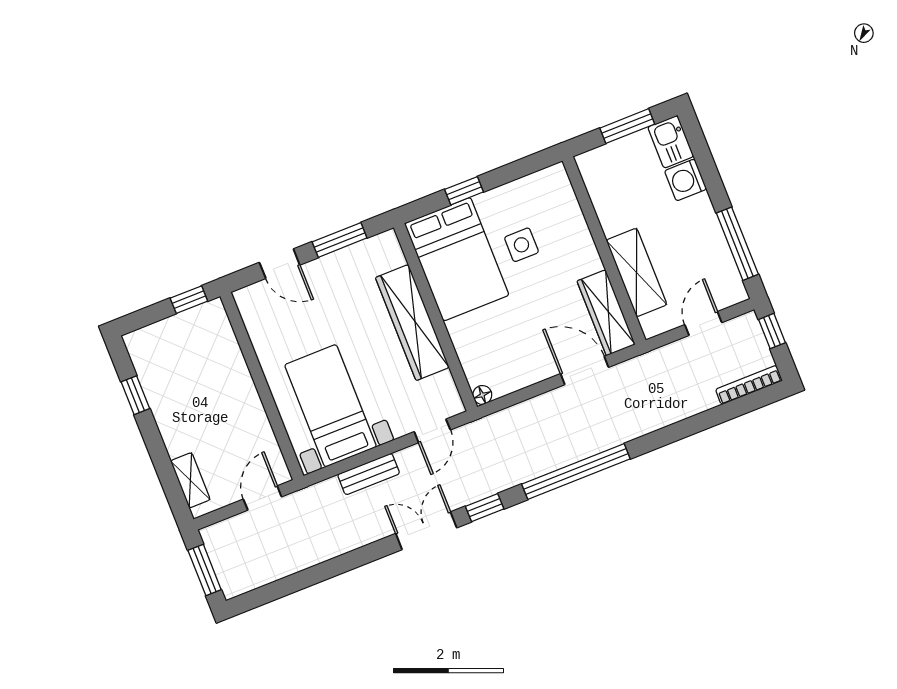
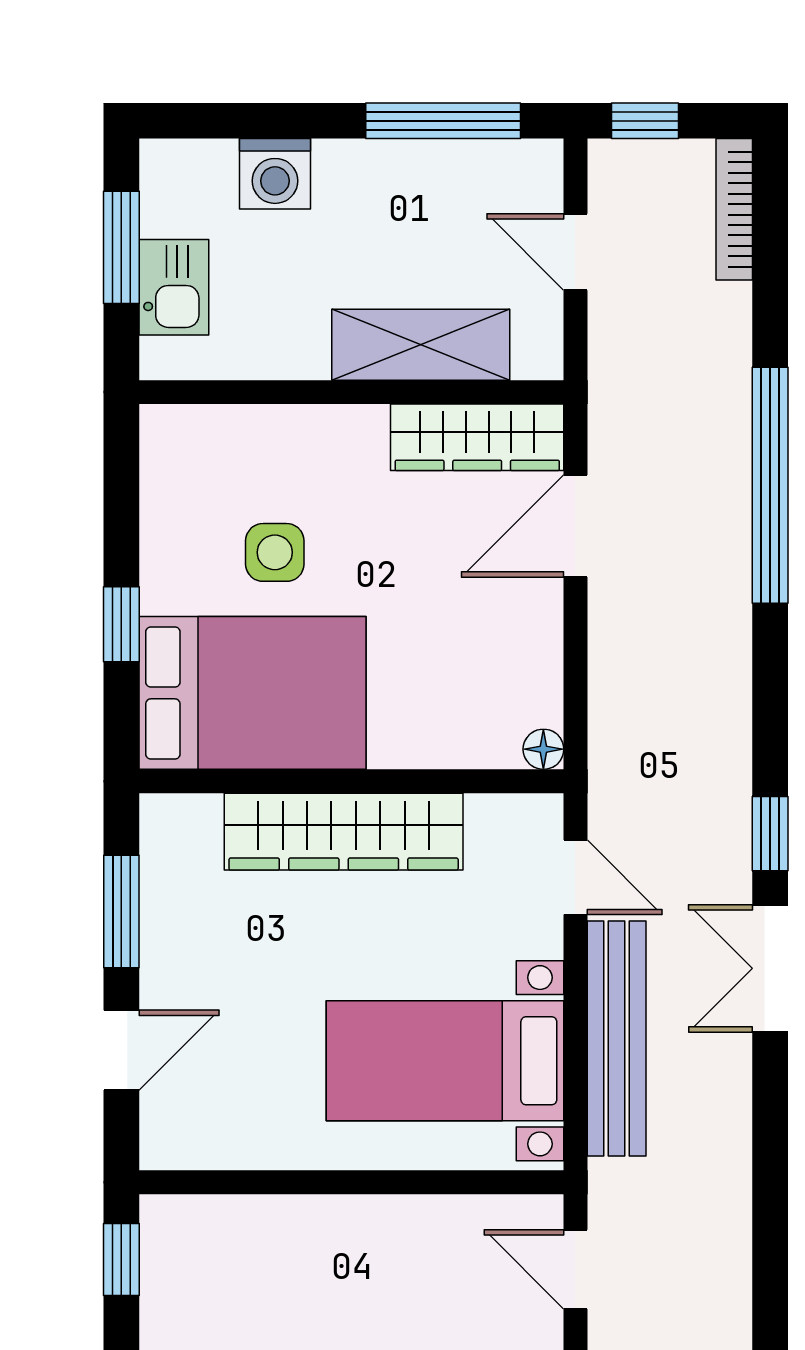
kitchen sink: (671, 142) -> (174, 287), moved, turned -90
window: (576, 471) -> (770, 485), moved
bench: (369, 474) -> (617, 1039), width x1.86, depth x1.21

